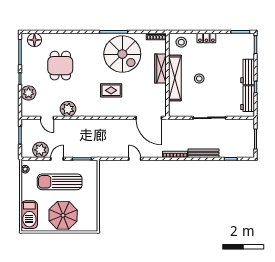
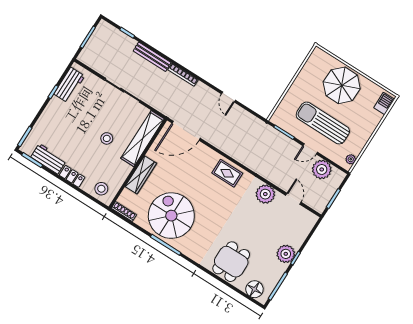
dining table: (60, 66) -> (231, 262), moved
workbench: (248, 72) -> (49, 159), moved, turned -90
shelving: (175, 78) -> (143, 139), moved
rug: (111, 90) -> (227, 173), moved
plant: (29, 93) -> (286, 254), moved
door: (149, 118) -> (186, 131), swing flipped
sun lounger: (60, 182) -> (323, 123), turned 180
barbecue: (29, 215) -> (384, 104), width x0.53, depth x0.65

